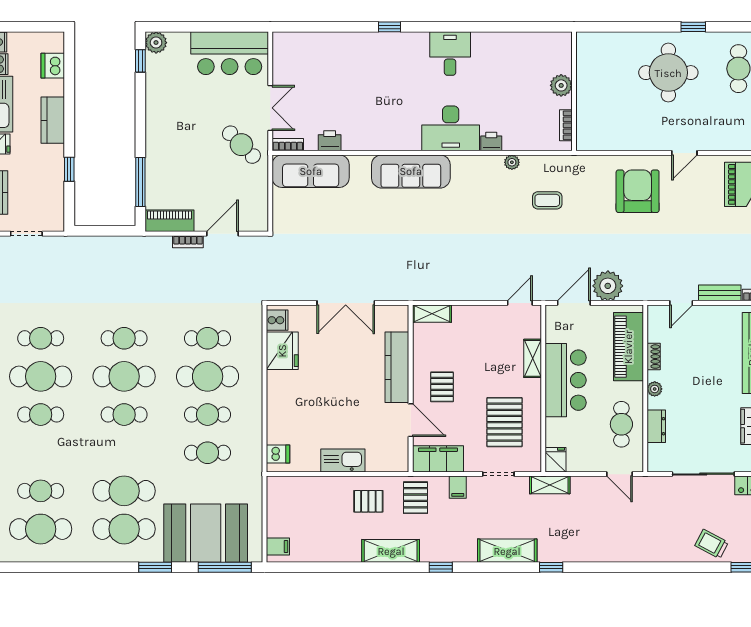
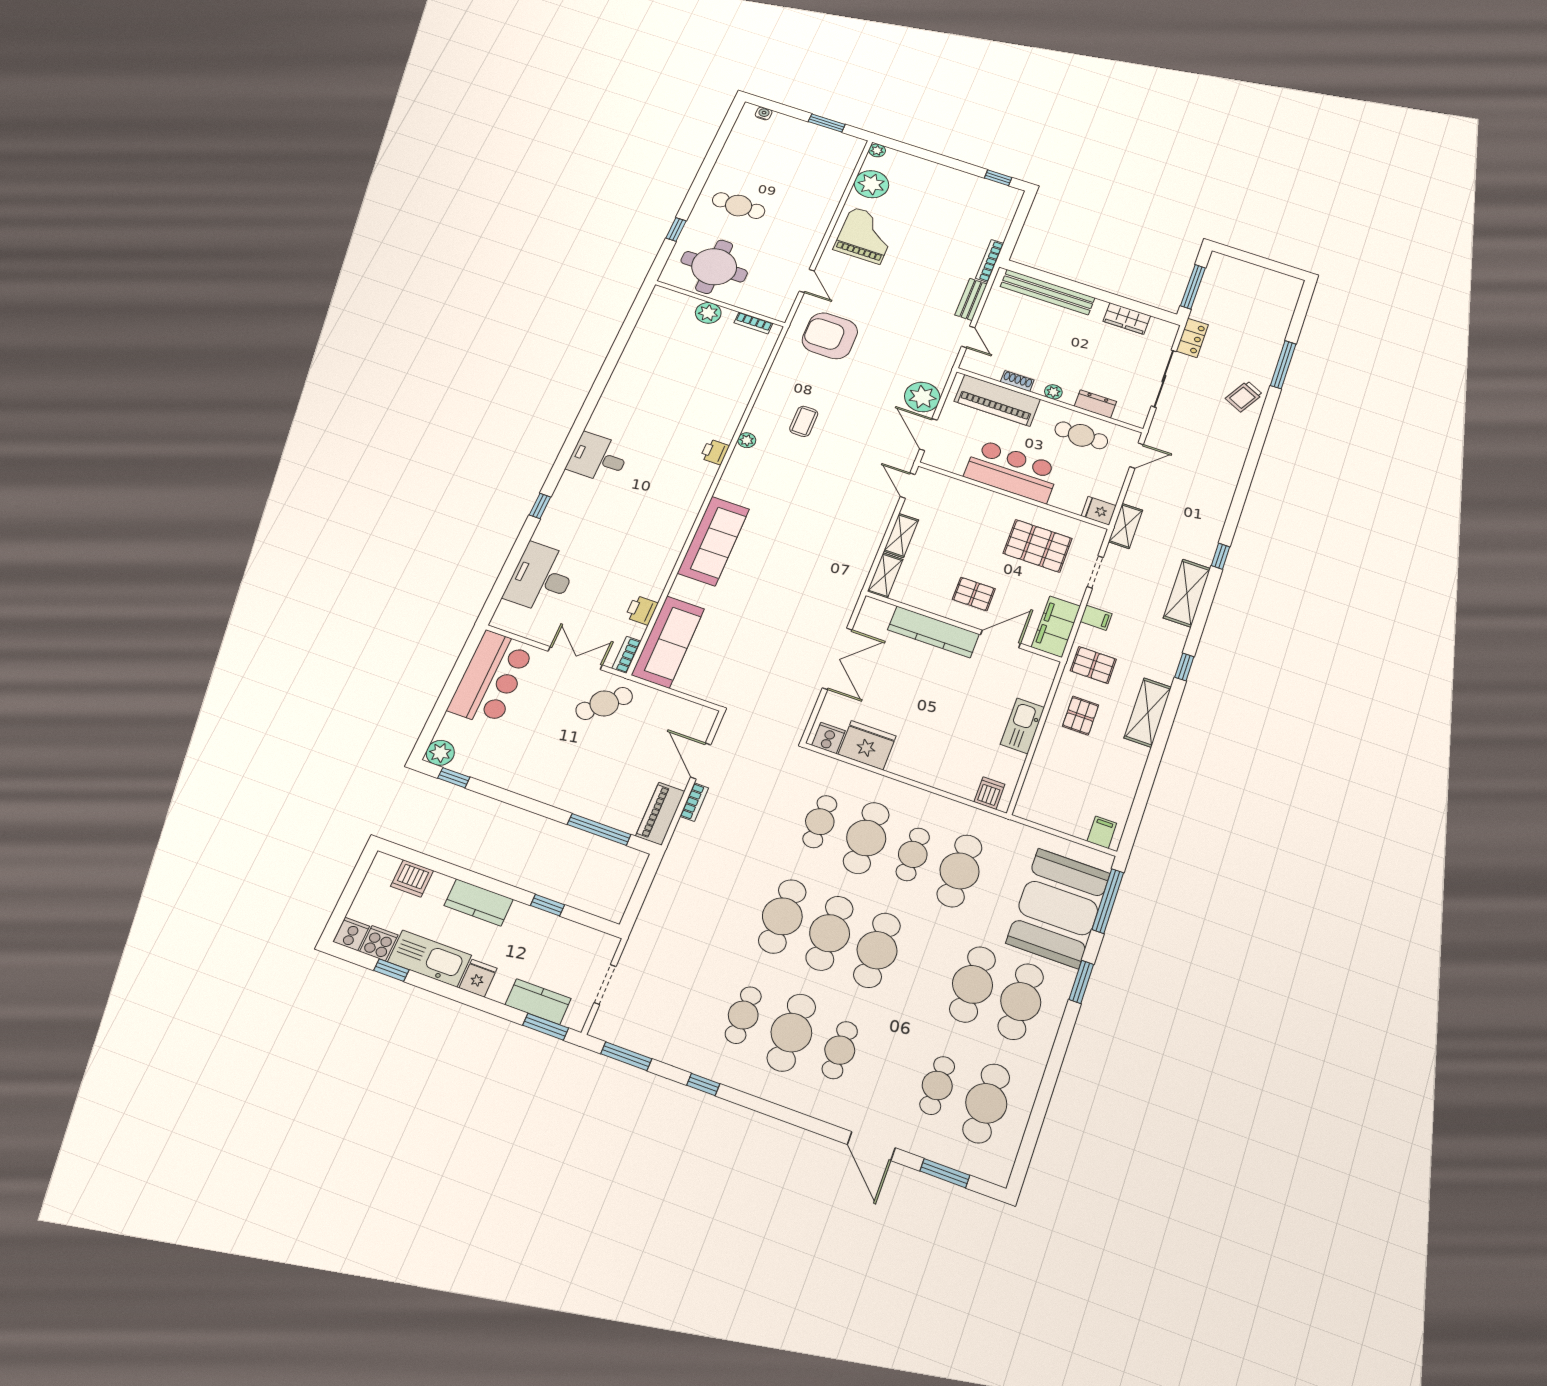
plant: (561, 85) -> (708, 313), moved
wall: (574, 91) -> (720, 304), moved
bookcase: (566, 125) -> (753, 323), moved
desk: (451, 128) -> (541, 578), moved, turned 180
cafe table: (124, 338) -> (782, 916), width x1.37, depth x1.35
shelving: (533, 358) -> (901, 535), moved, turned 90
cafe table: (124, 415) -> (877, 950), width x1.37, depth x1.35
cafe table: (208, 453) -> (960, 871), width x1.37, depth x1.35

